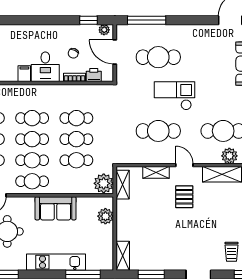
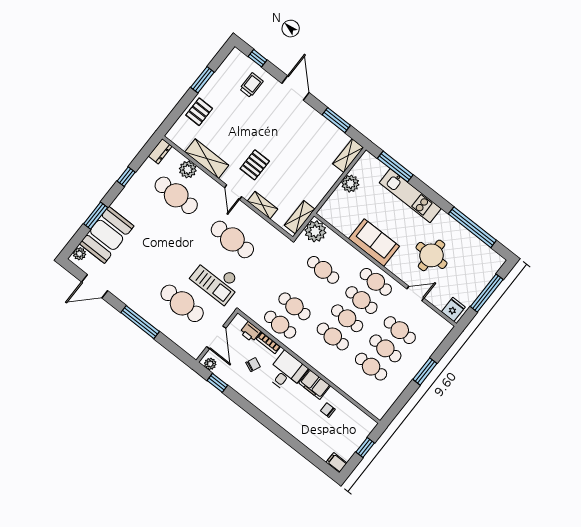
window: (147, 20) -> (140, 322), moved
filing cabinet: (24, 74) -> (315, 384), width x2.00
checkout: (174, 96) -> (216, 280), moved
cafe table: (76, 139) -> (280, 325), moved
plant: (105, 216) -> (350, 184), moved

